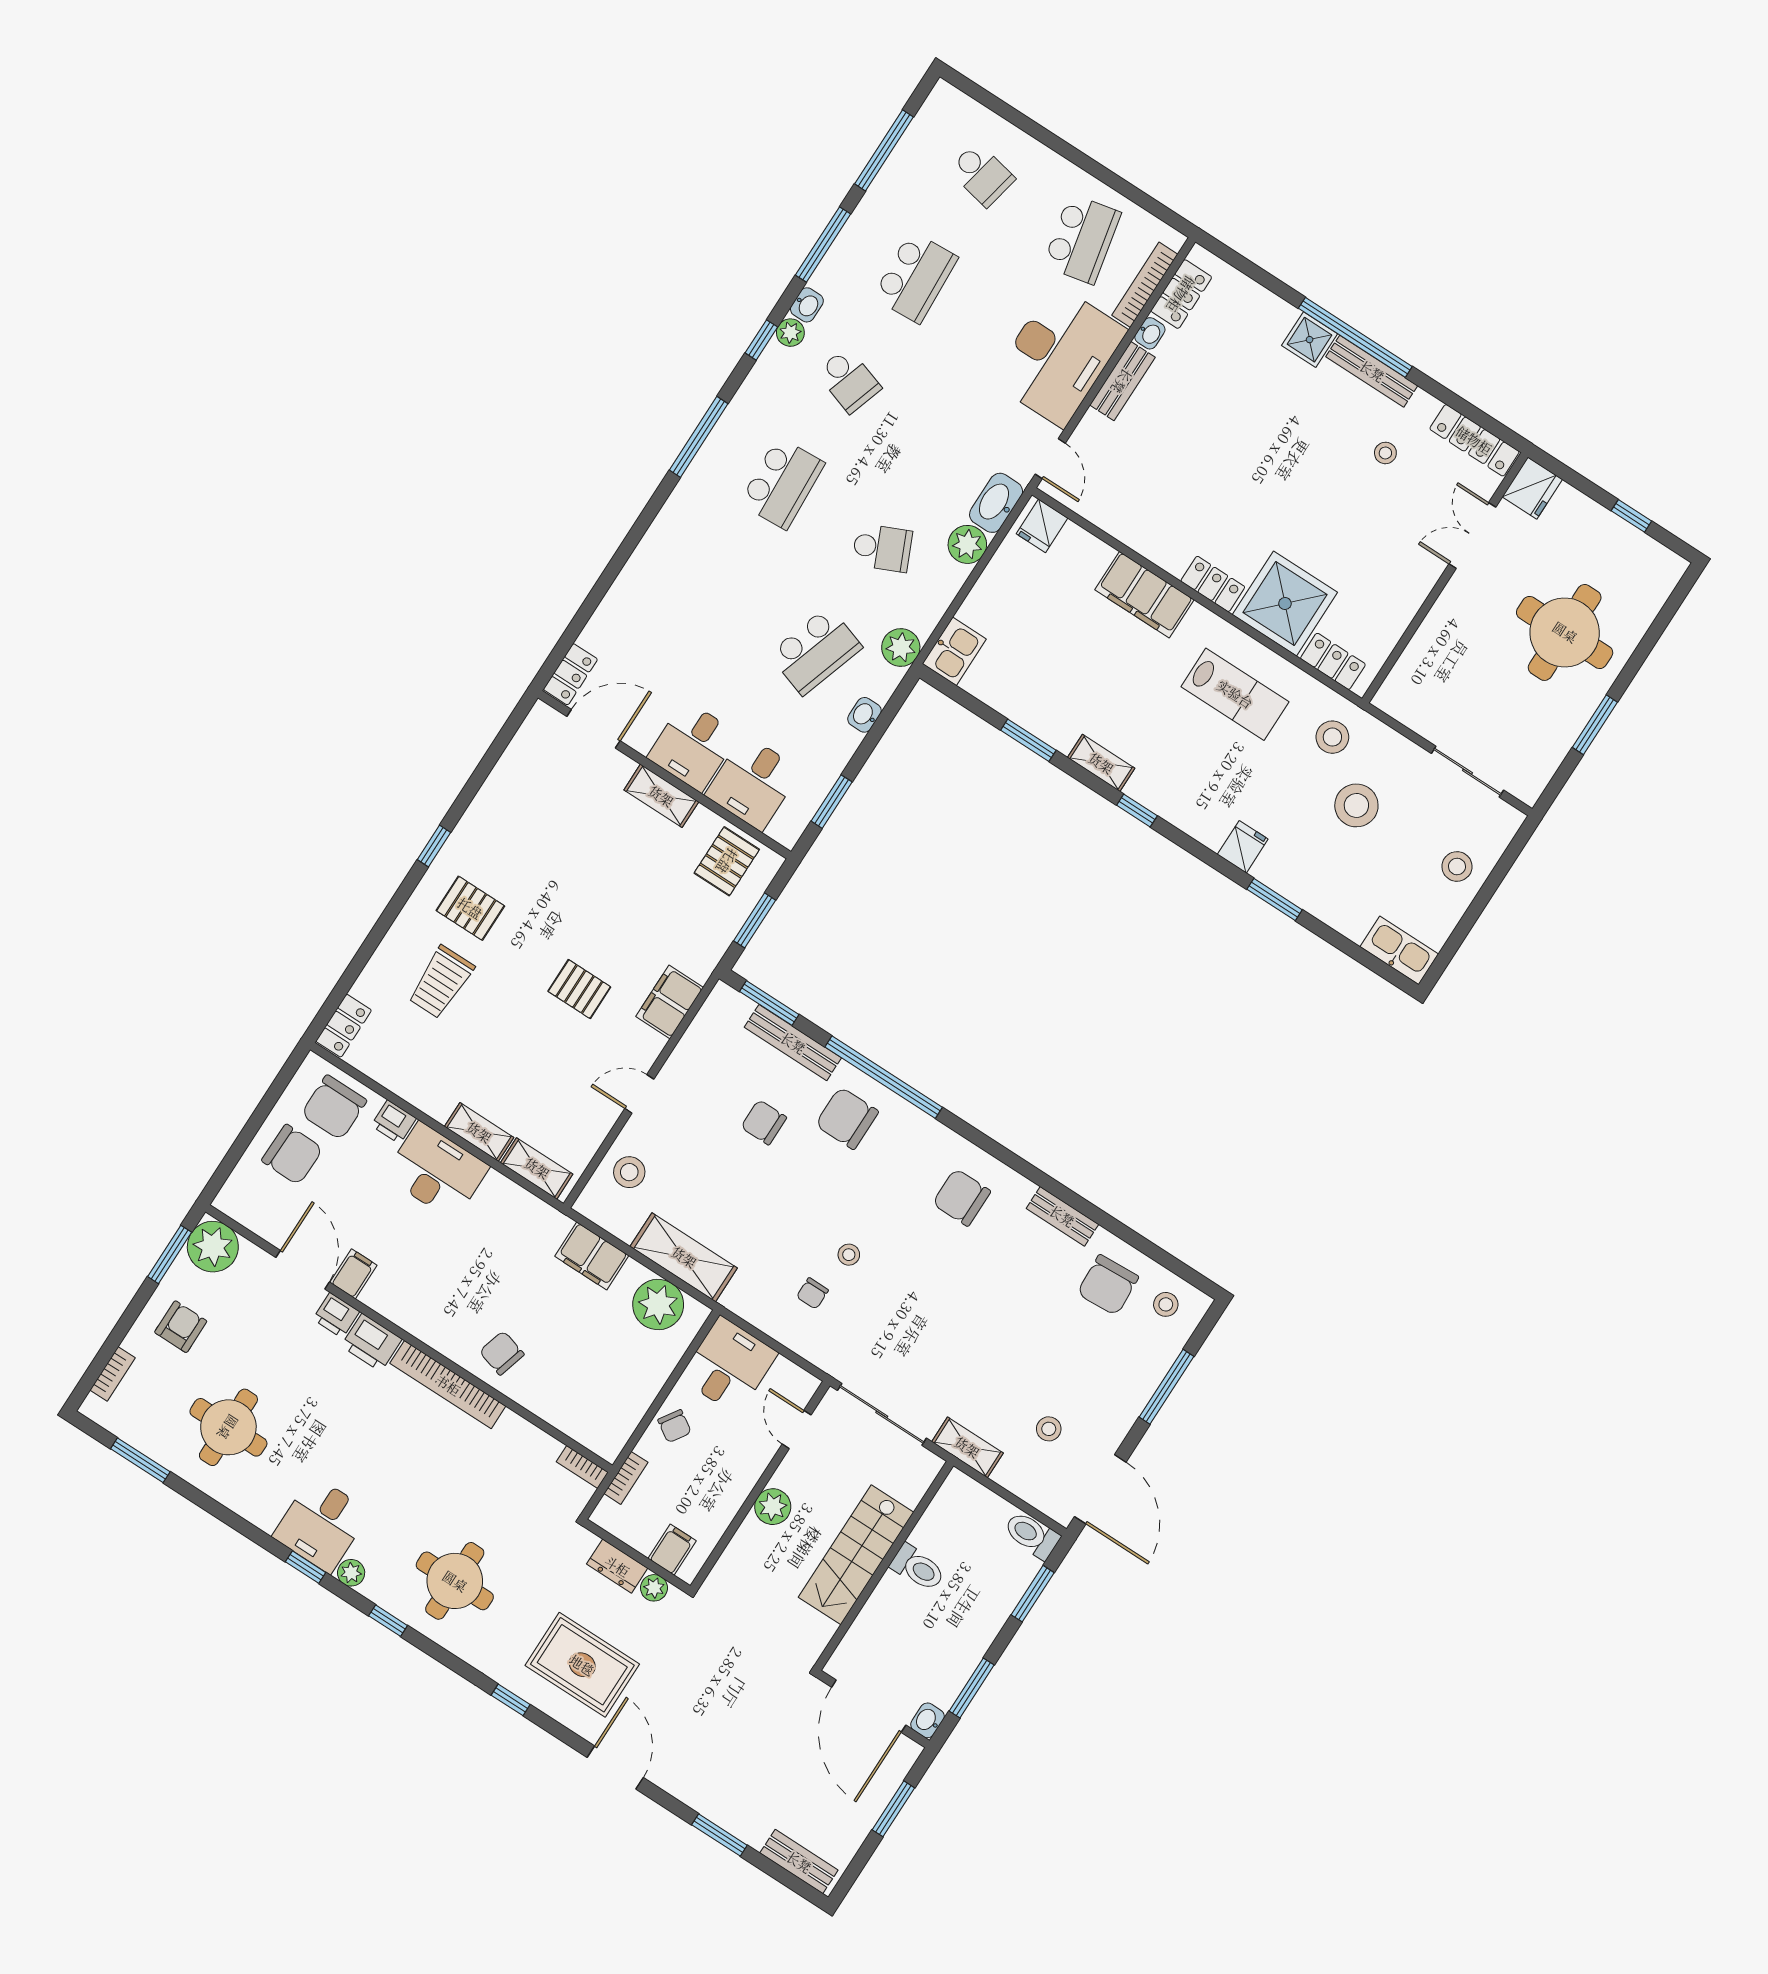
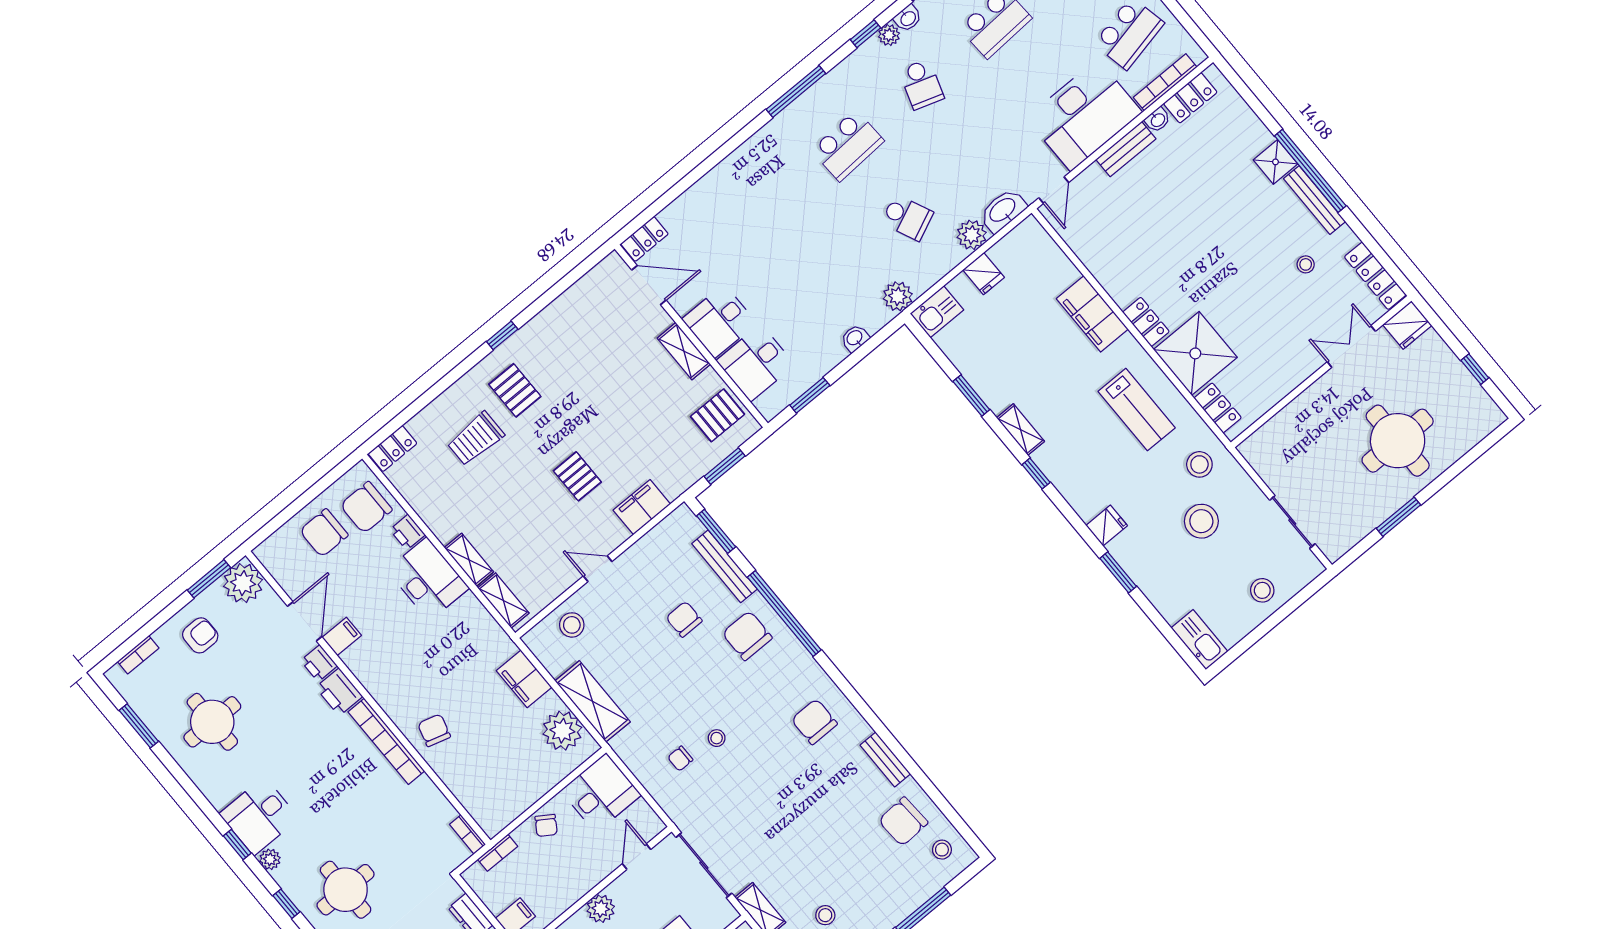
fridge: (1042, 526) -> (984, 274), moved, turned -90
school desk: (816, 651) -> (833, 279), removed
chair: (292, 1155) -> (324, 533), turned 89

